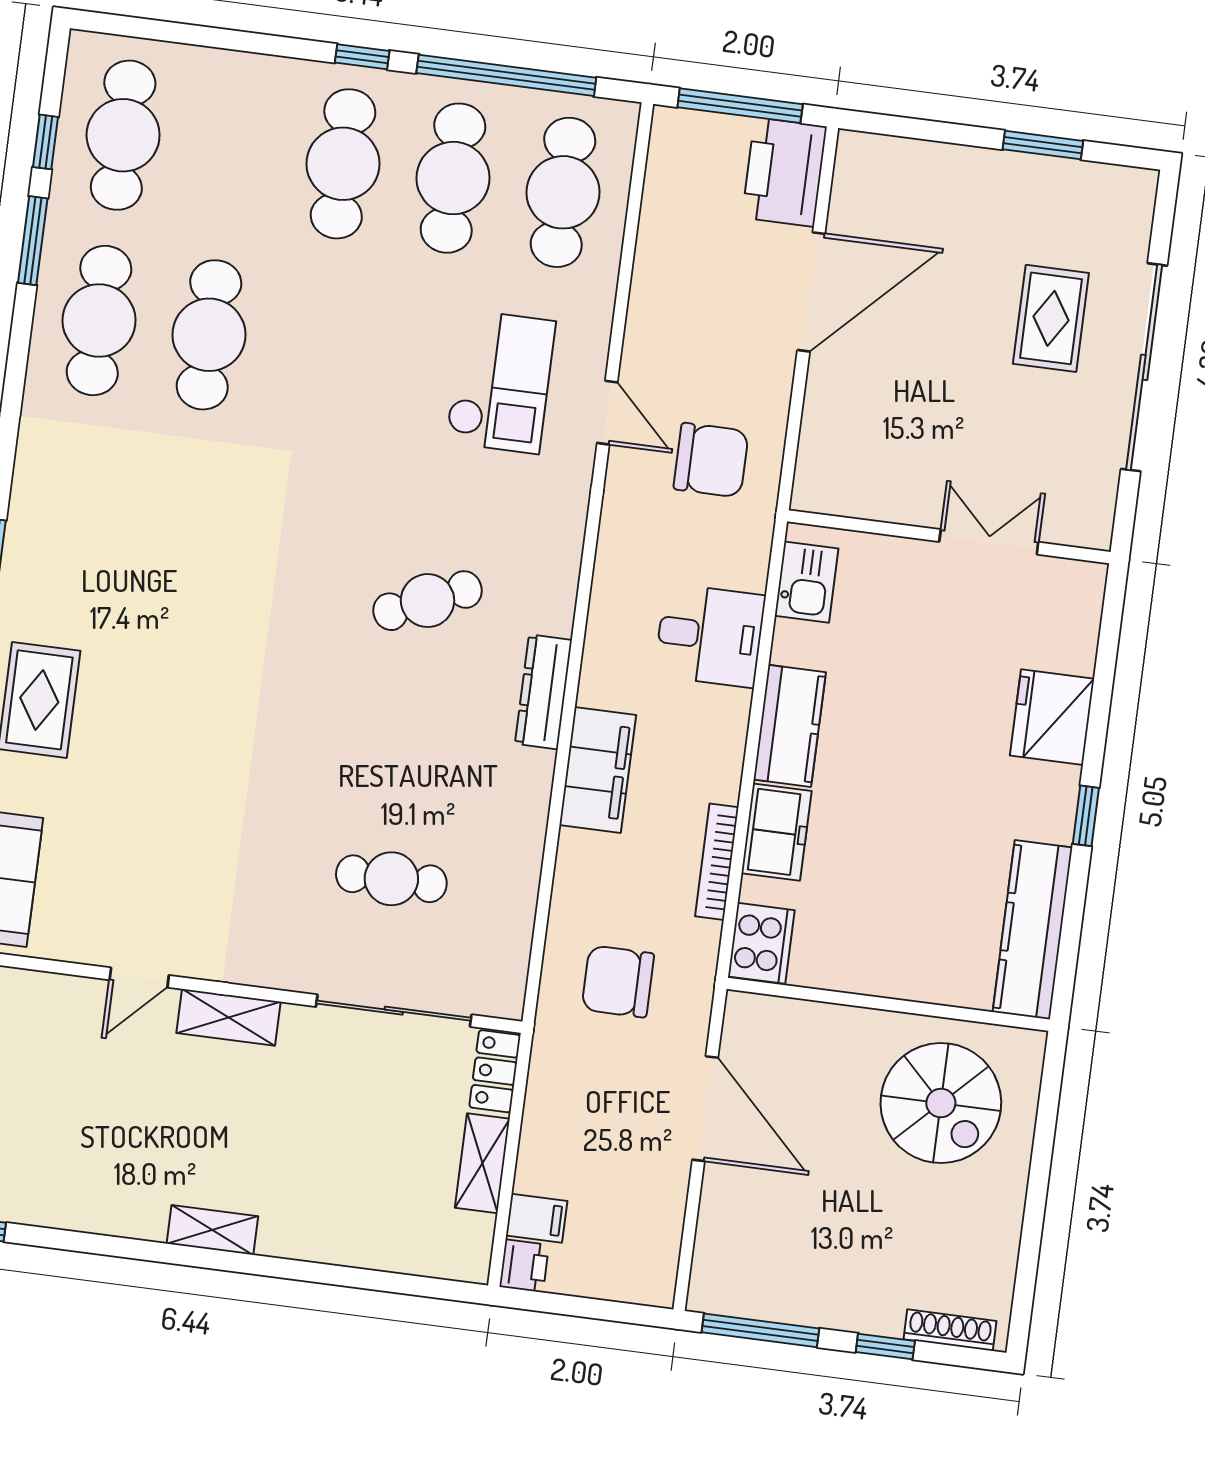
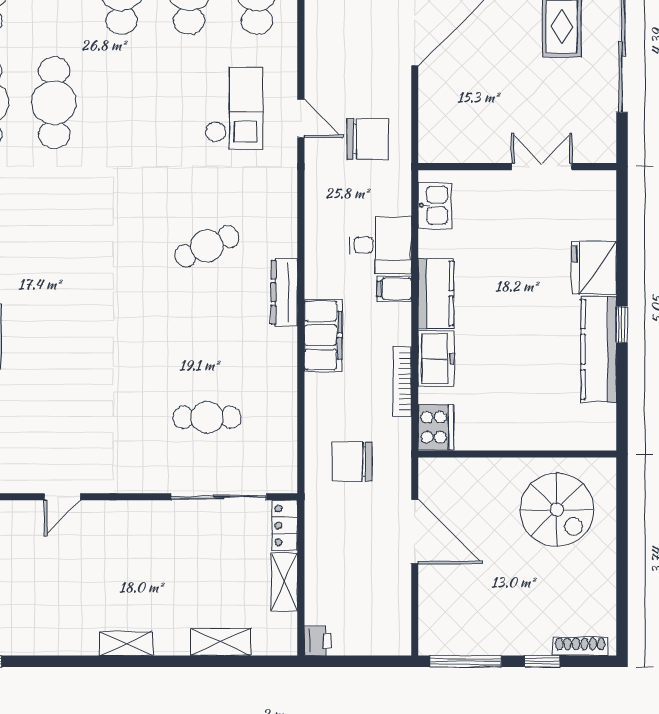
kitchen counter: (1032, 930) -> (599, 349), moved
shelving: (229, 1017) -> (221, 642), moved
filing cabinet: (537, 1218) -> (394, 289), moved, turned 180

